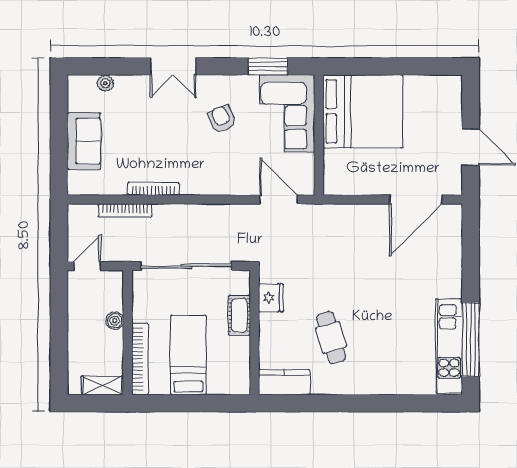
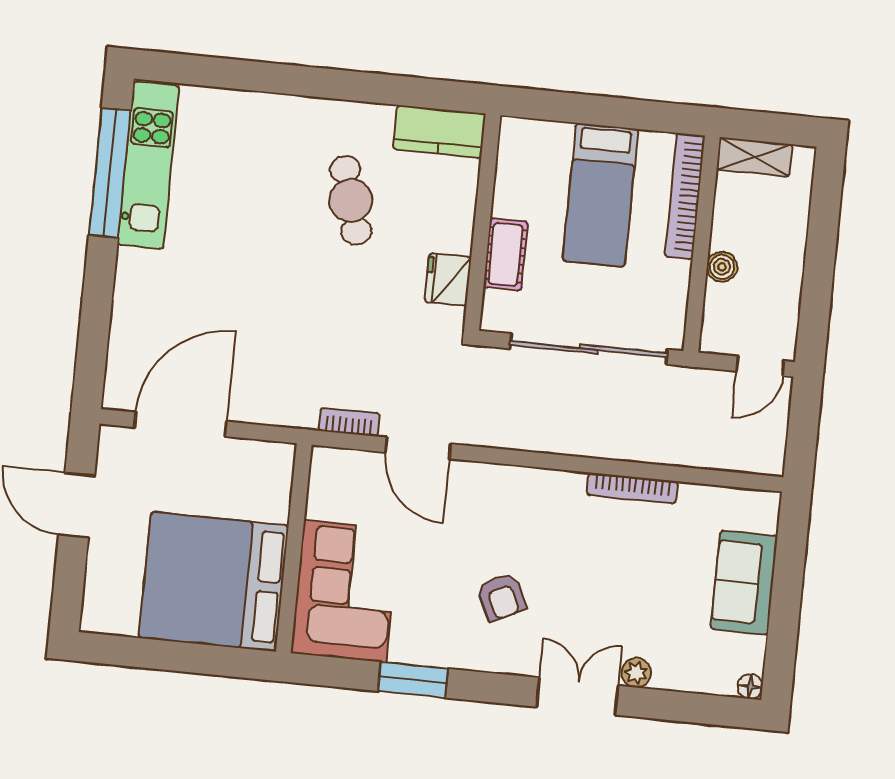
floor lamp: (75, 82) -> (750, 686), added
plant: (105, 83) -> (636, 673), moved
bed: (363, 111) -> (214, 582), moved
corner sofa: (287, 113) -> (345, 591), moved
wall: (319, 135) -> (294, 548), moved
bookcase: (125, 210) -> (349, 422), moved, width x0.64

